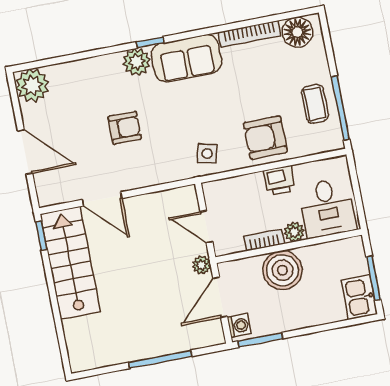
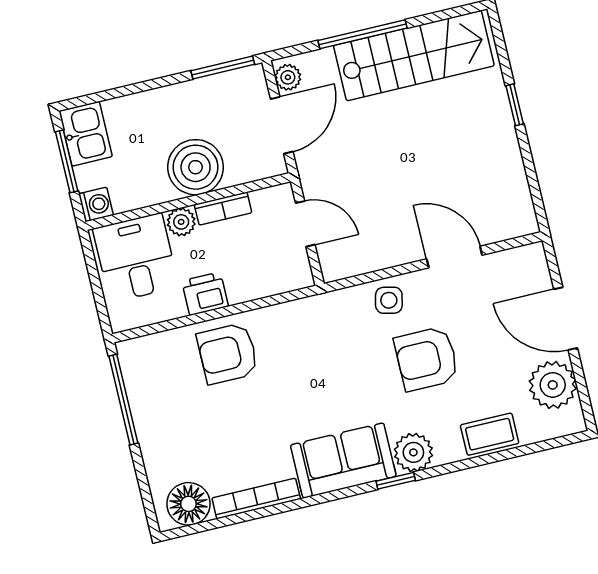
plant: (32, 85) -> (553, 385), moved
coffee table: (315, 104) -> (490, 434), moved, turned 90
armchair: (125, 128) -> (426, 359), width x1.38, depth x1.38
armchair: (265, 137) -> (228, 353), turned 180
side table: (207, 153) -> (389, 300), moved
window: (41, 236) -> (515, 105), moved
stairs: (70, 263) -> (414, 56), moved, turned -90
plant: (202, 265) -> (288, 77), moved
washing machine: (239, 326) -> (96, 204), moved, turned 180

